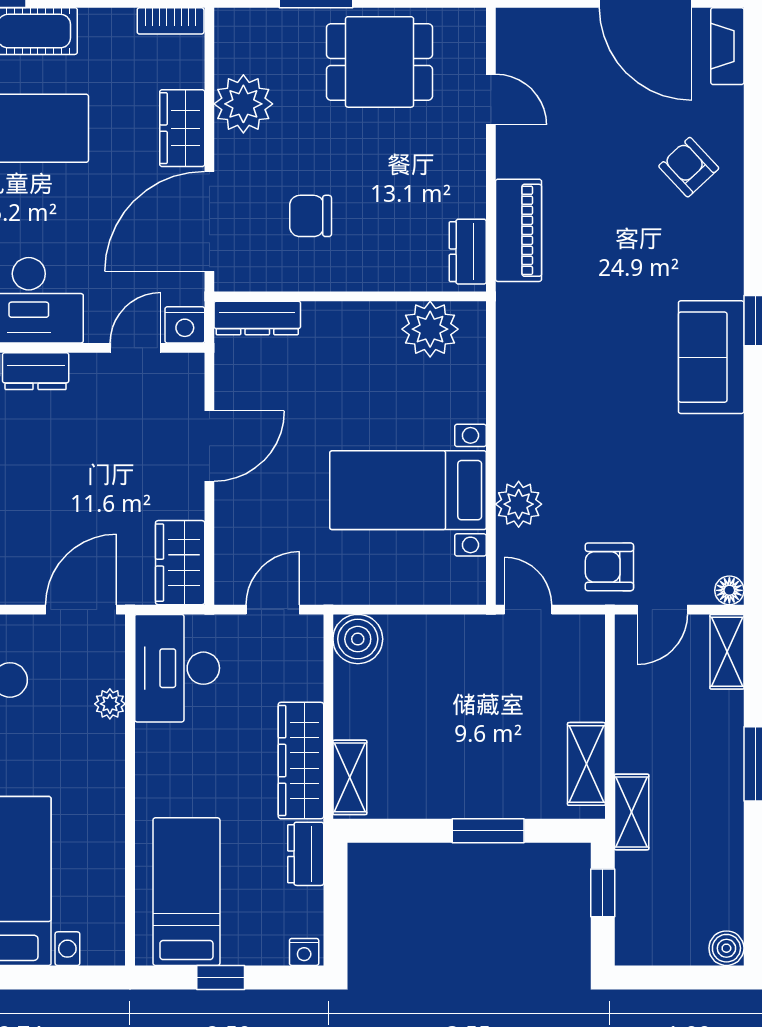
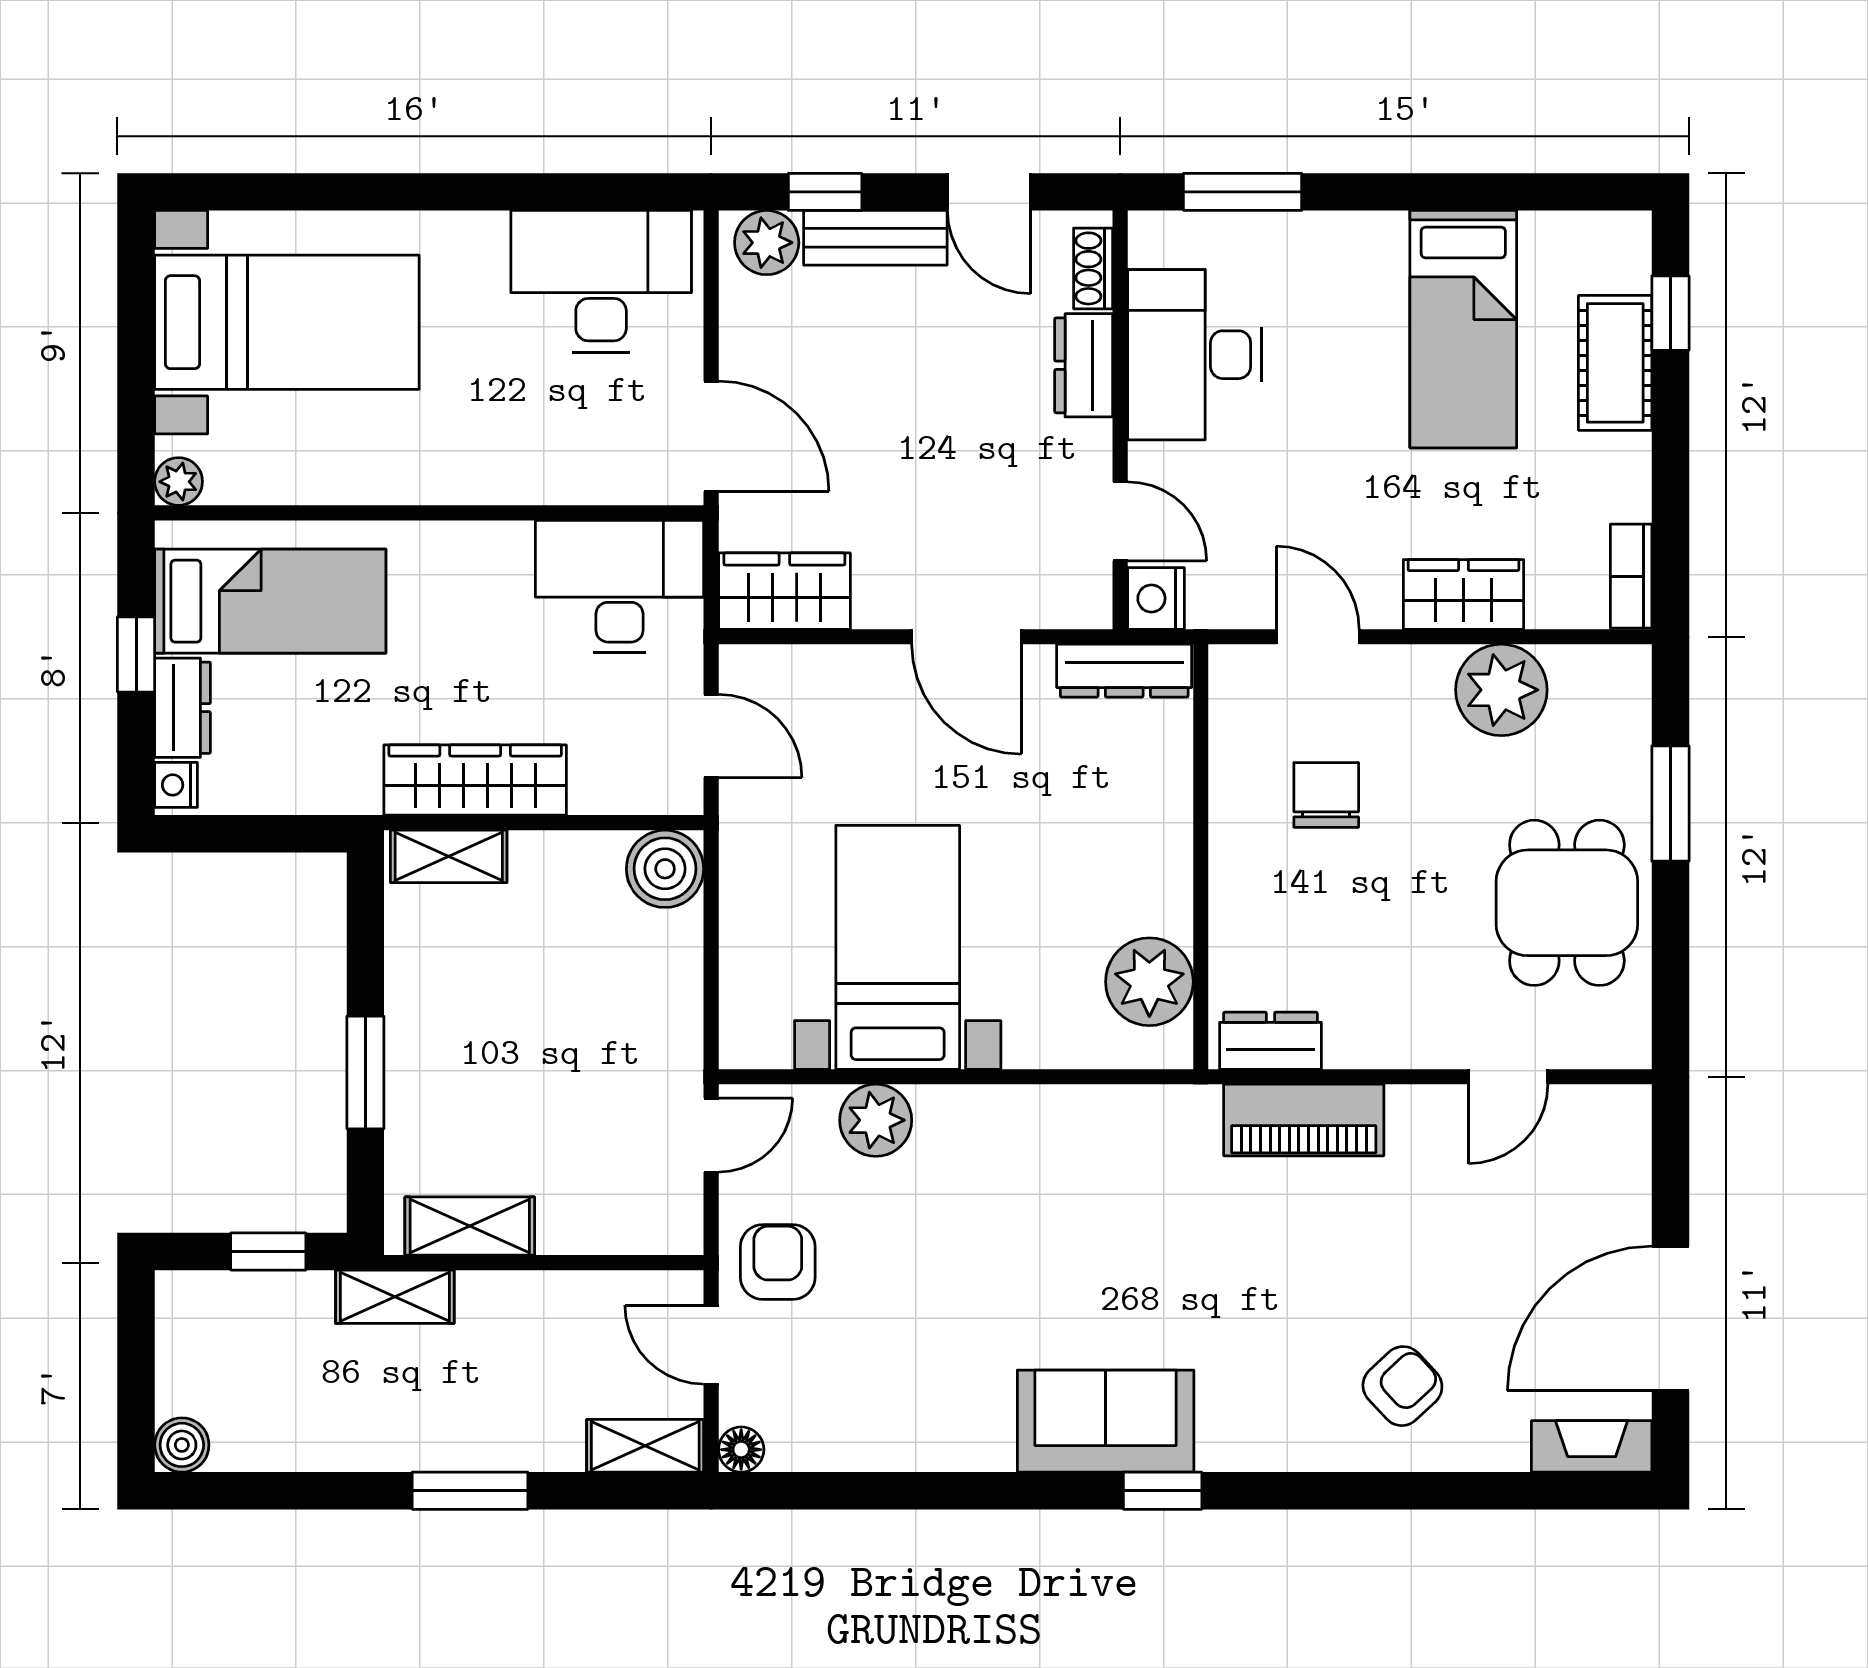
door: (209, 221) -> (1318, 637), width x0.53
dresser: (257, 318) -> (1124, 671), moved, turned -90
plant: (110, 704) -> (179, 482), moved
dresser: (306, 854) -> (183, 708), moved, turned 90

